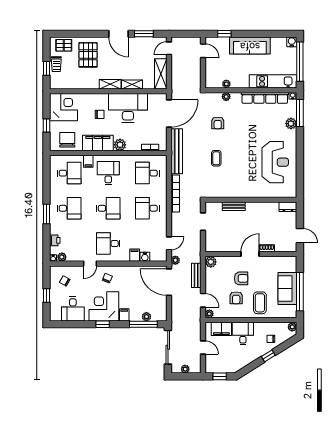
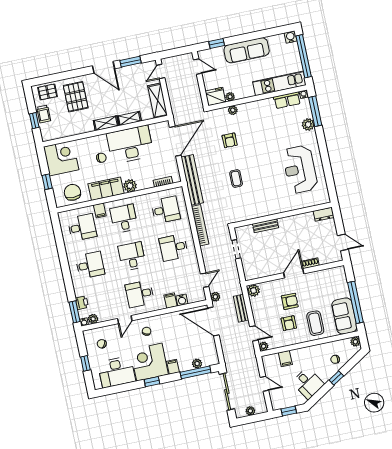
fridge: (213, 81) -> (215, 96), added
row of seats: (265, 98) -> (287, 100), width x0.50
reception desk: (275, 162) -> (300, 169), turned 180
desk: (147, 173) -> (166, 210), turned 180
desk: (108, 208) -> (132, 256), turned -90
window: (47, 214) -> (75, 312), moved
sofa: (287, 289) -> (344, 316), moved
desk: (73, 309) -> (117, 372), width x1.37
filing cabinet: (221, 329) -> (285, 359), width x0.50
desk: (243, 334) -> (308, 383), moved, turned 148

